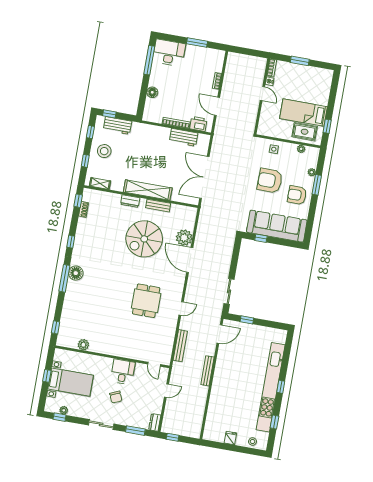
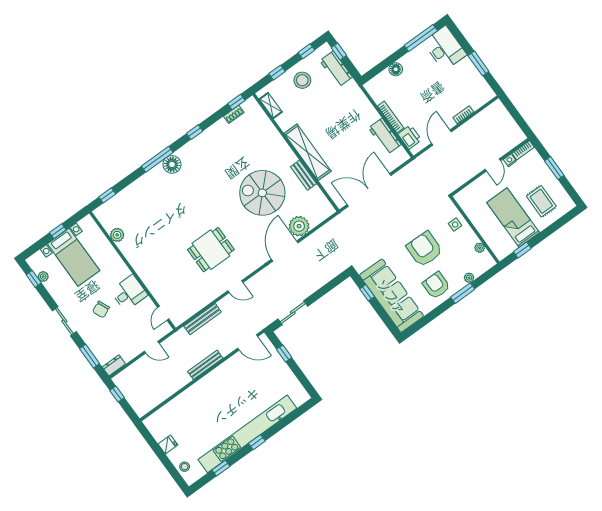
rug: (305, 132) -> (541, 201), moved
dresser: (130, 201) -> (282, 147), removed

